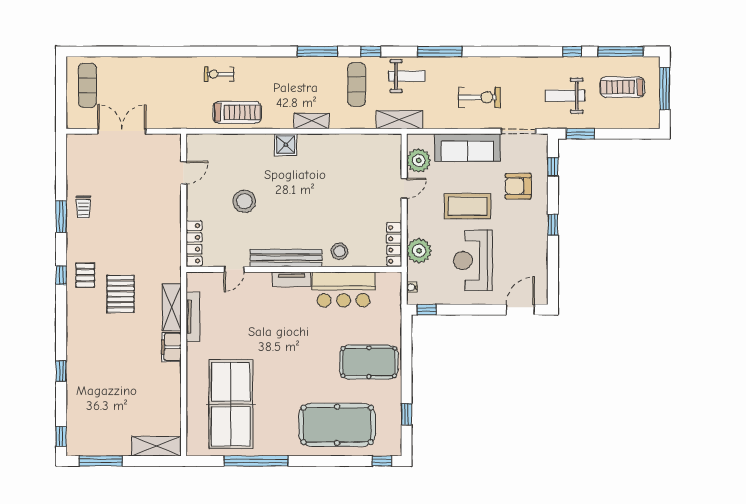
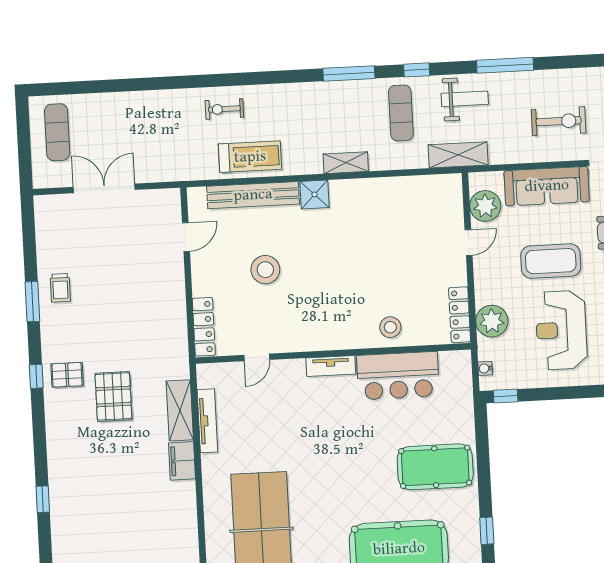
bench: (286, 258) -> (253, 195), moved
pallet: (85, 275) -> (67, 375), turned 90

